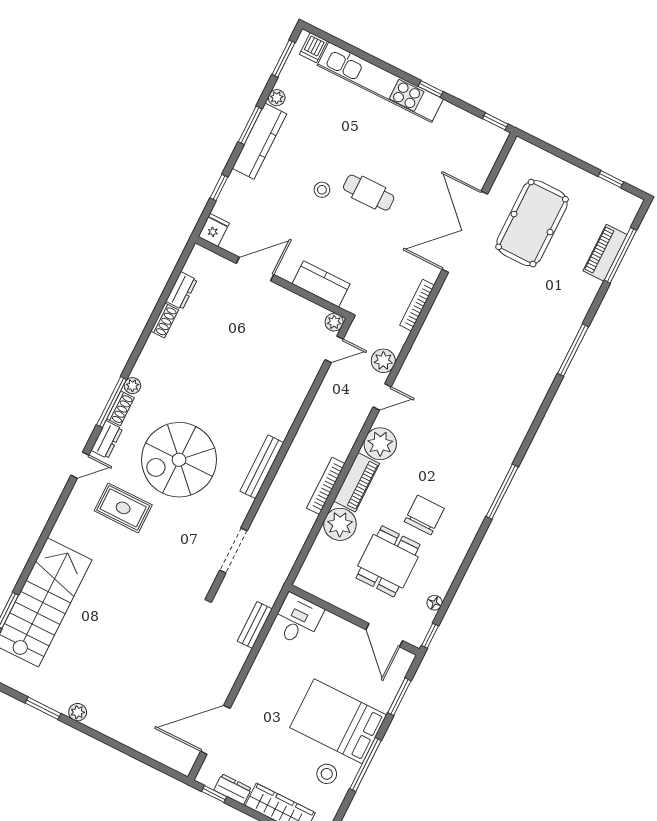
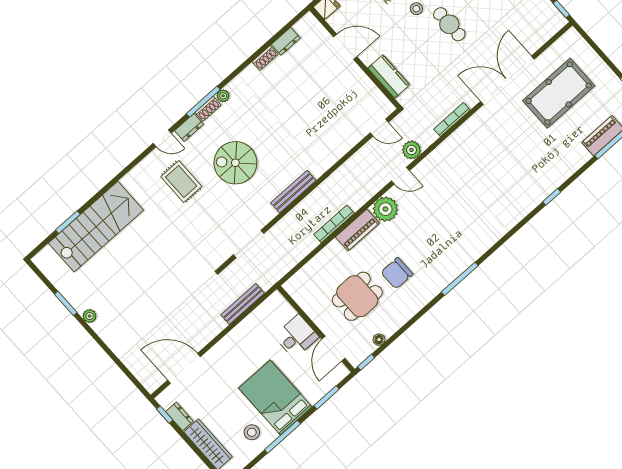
plant: (334, 322) -> (387, 108), removed
window: (573, 350) -> (552, 197), width x0.46
spiral stairs: (179, 460) -> (235, 163), width x0.73, depth x0.73
chair: (424, 515) -> (397, 273), turned 180
plant: (340, 524) -> (333, 256), removed
desk: (297, 620) -> (296, 337), moved
bench: (255, 625) -> (243, 304), width x1.36

